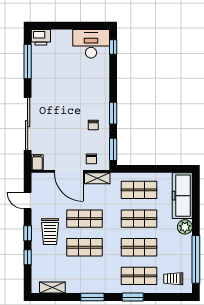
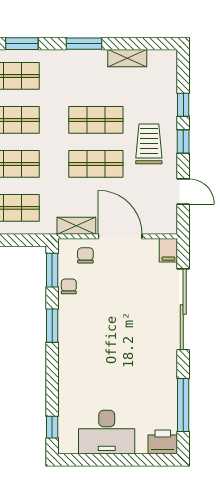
desk: (91, 44) -> (107, 432), moved
chair: (93, 125) -> (69, 286), moved
shelving: (52, 288) -> (127, 58), moved

